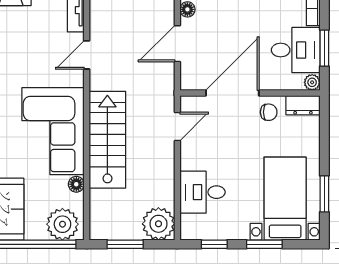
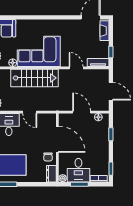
door: (177, 127) -> (30, 112), moved

